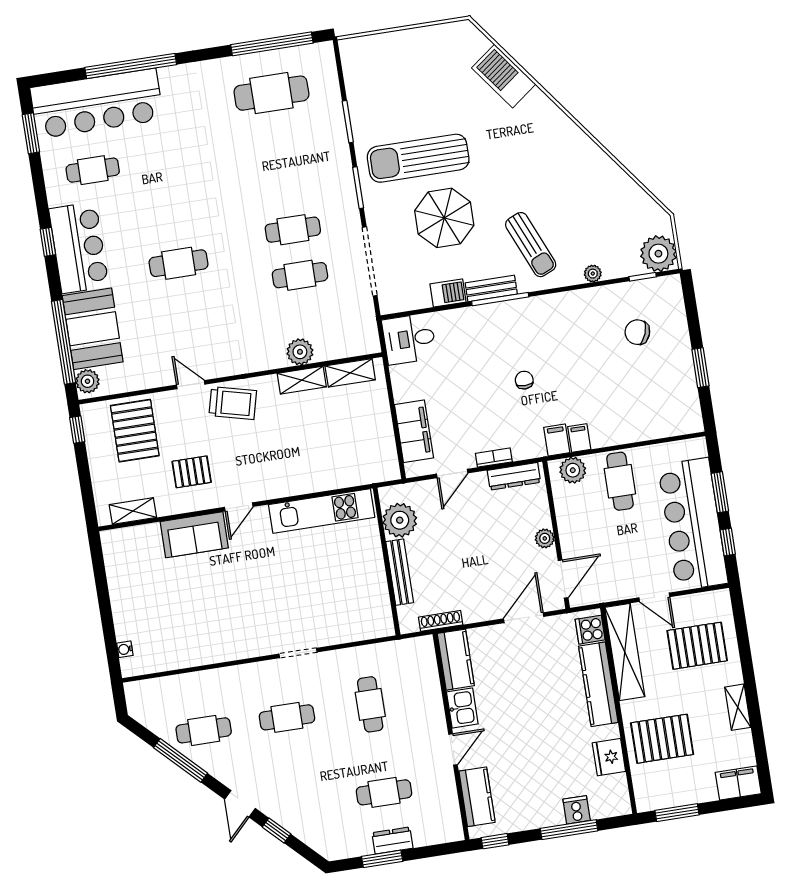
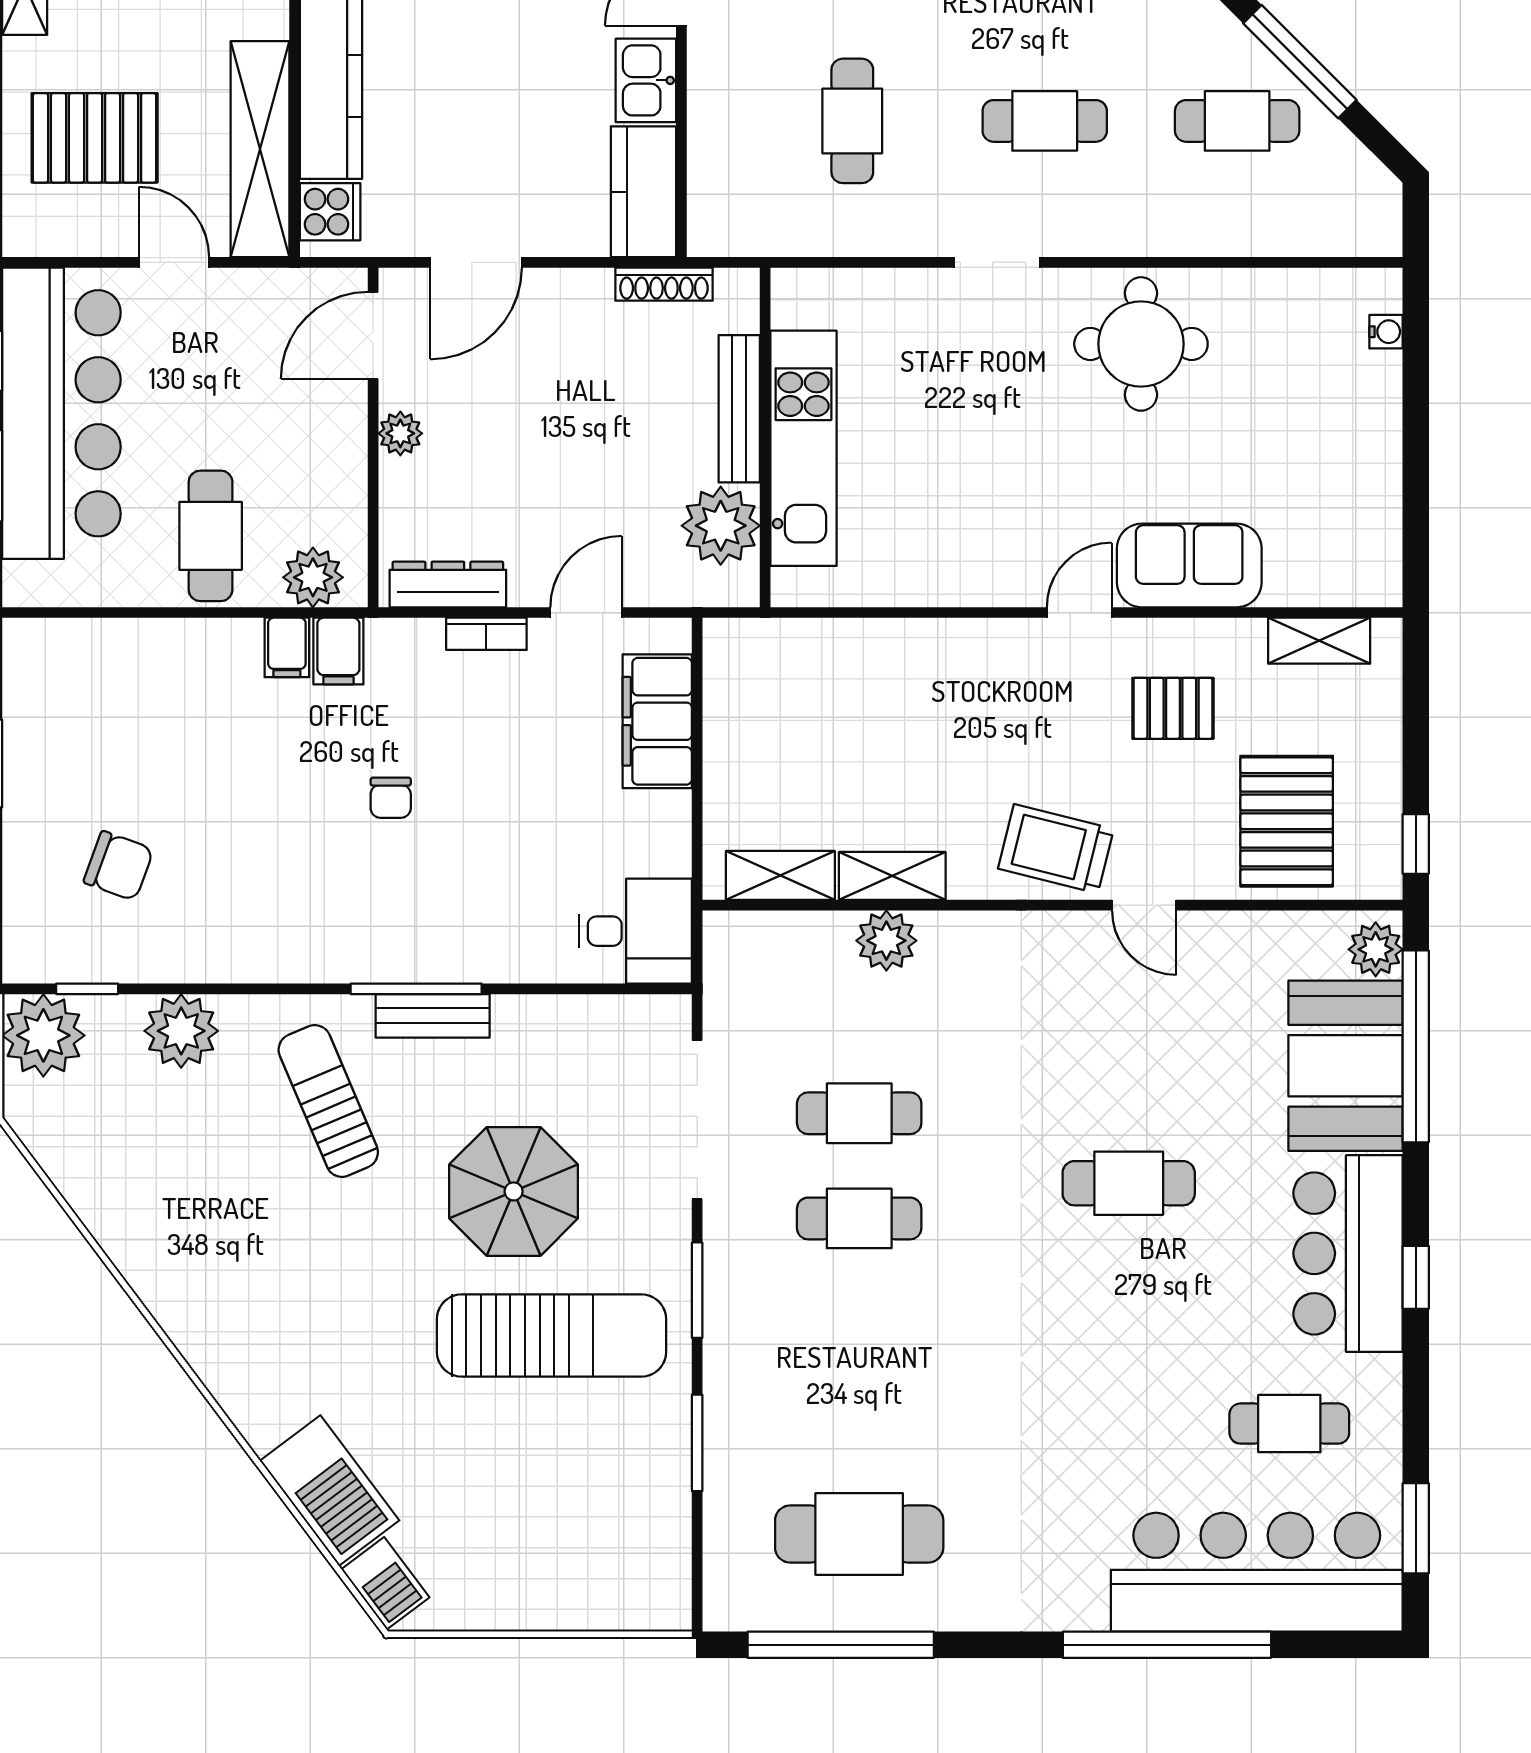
plant: (593, 274) -> (181, 1031), width x1.88, depth x1.88
barbecue: (448, 293) -> (385, 1583), moved, turned -127
kitchen unit: (322, 511) -> (803, 448), moved, turned 90
round table: (230, 627) -> (1141, 344), added

